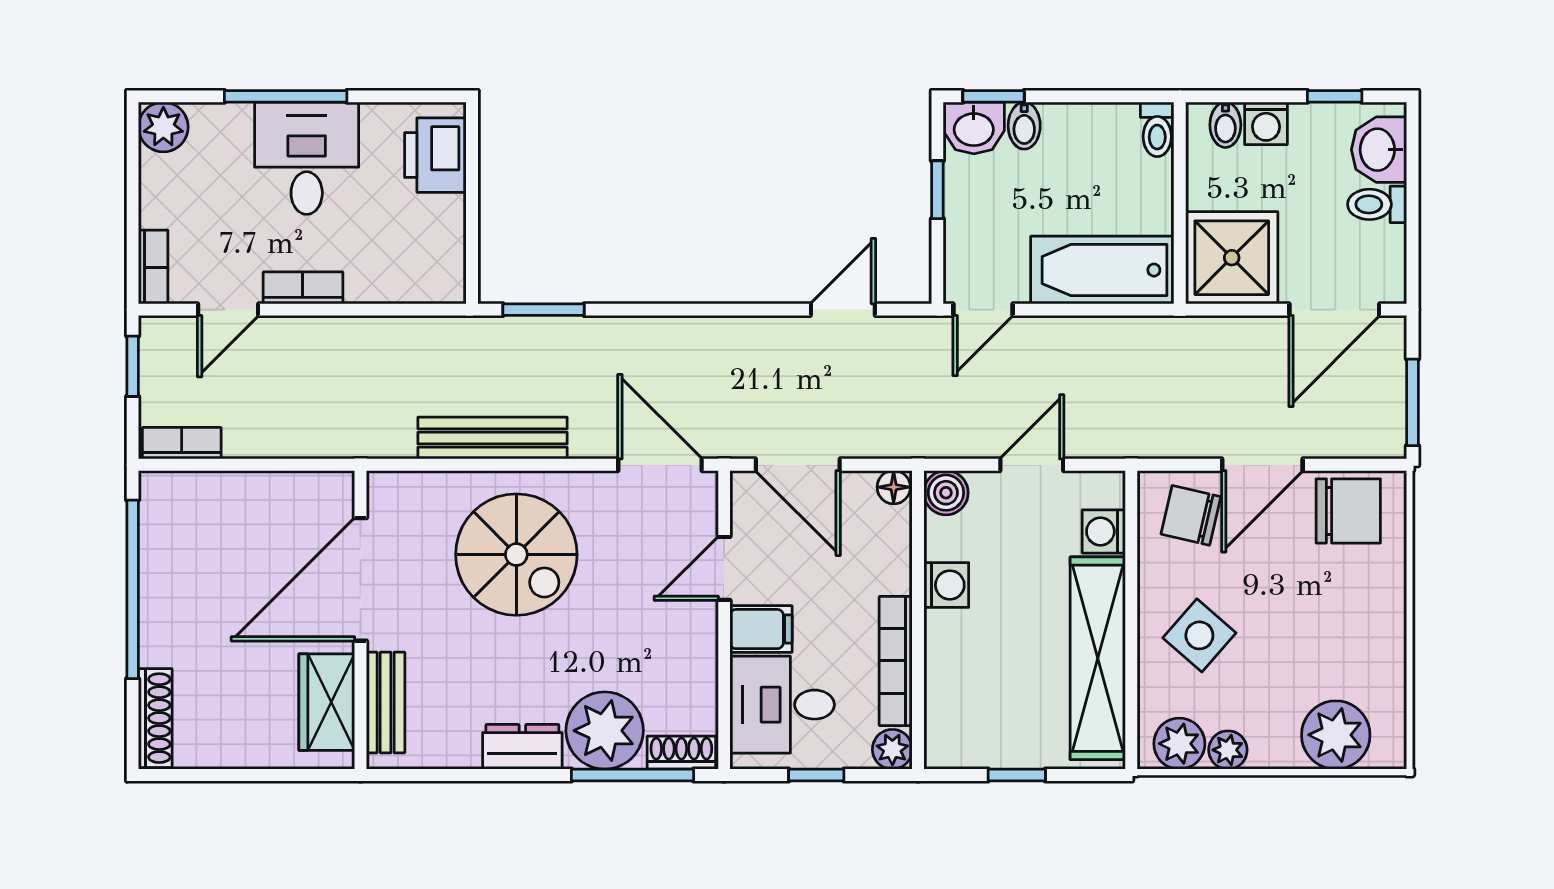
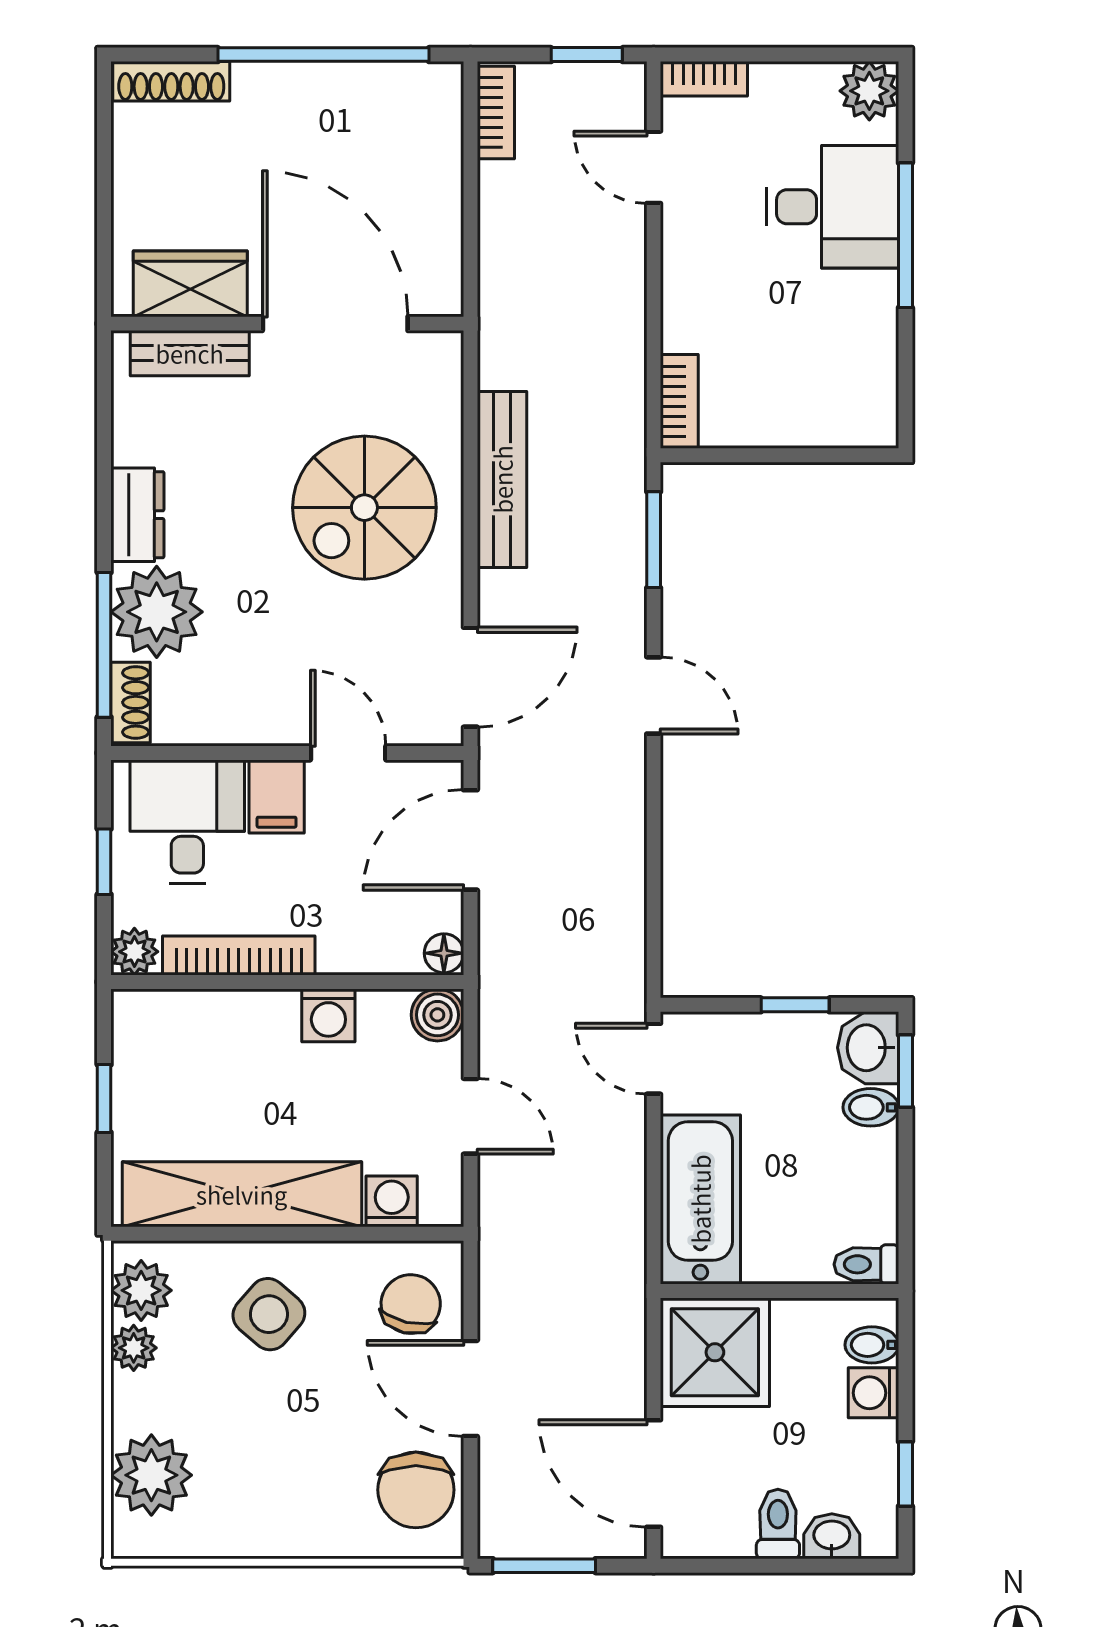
washbasin: (1379, 150) -> (832, 1536), width x0.72, depth x0.69
printer: (435, 155) -> (836, 412), removed
desk: (307, 158) -> (832, 207), moved
bookcase: (303, 288) -> (679, 401), moved
door: (843, 310) -> (654, 695), moved

